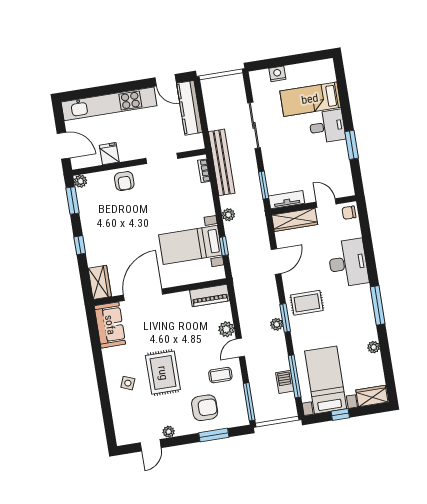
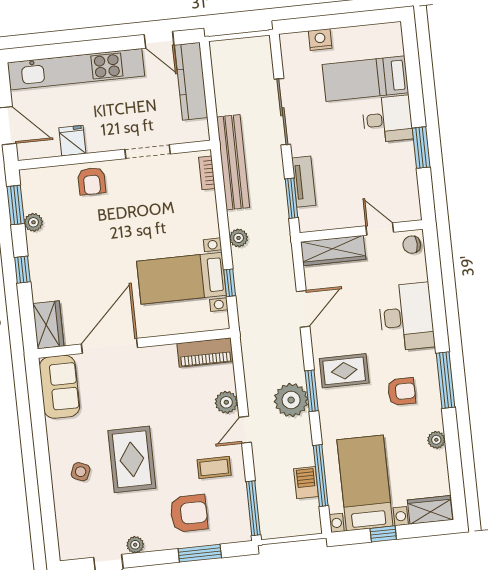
plant: (81, 181) -> (33, 222), moved
tv unit: (287, 200) -> (304, 182), moved, turned 90
armchair: (348, 315) -> (402, 391), added
plant: (277, 324) -> (291, 400), width x1.87, depth x1.87

